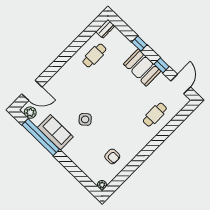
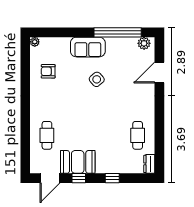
booth: (142, 68) -> (78, 162), moved
door: (181, 84) -> (50, 178), hinge flipped
door: (32, 90) -> (159, 72), moved
sofa: (55, 132) -> (88, 47), moved

